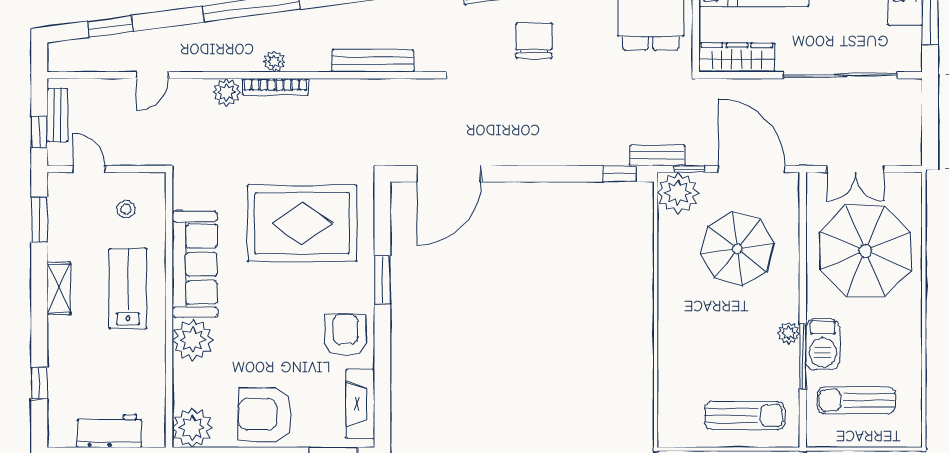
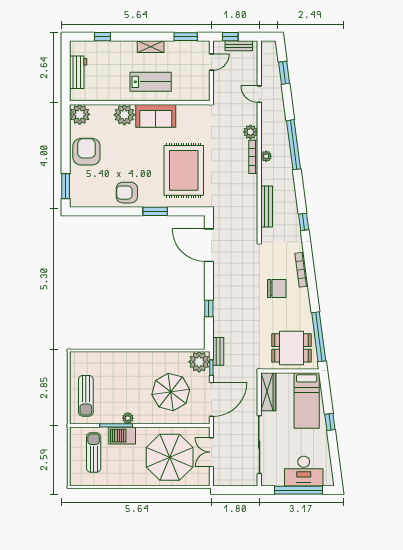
window: (619, 174) -> (209, 309), moved
stool: (126, 209) -> (191, 81), removed
sofa: (195, 264) -> (156, 116), width x0.73
armchair: (346, 335) -> (127, 193), turned 180
fireplace: (360, 404) -> (92, 200), removed

